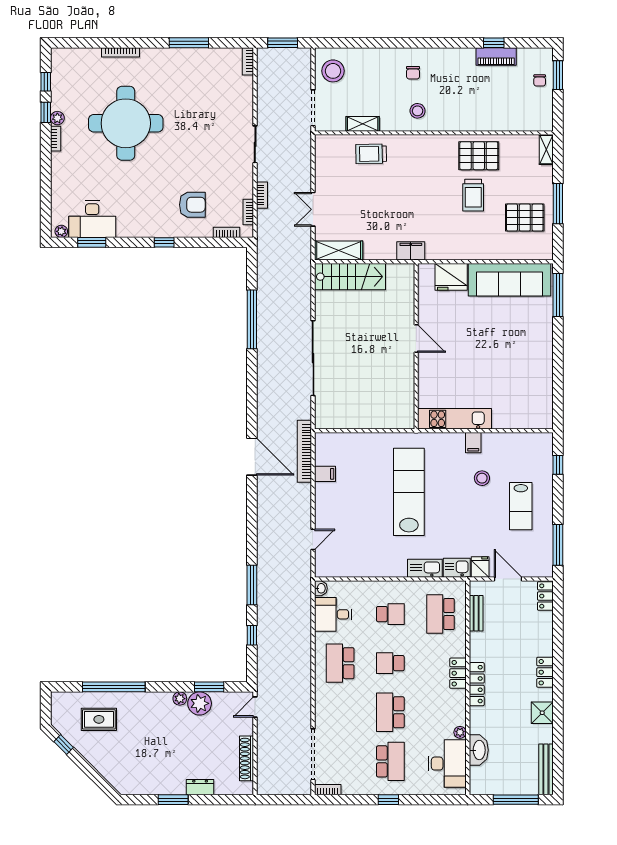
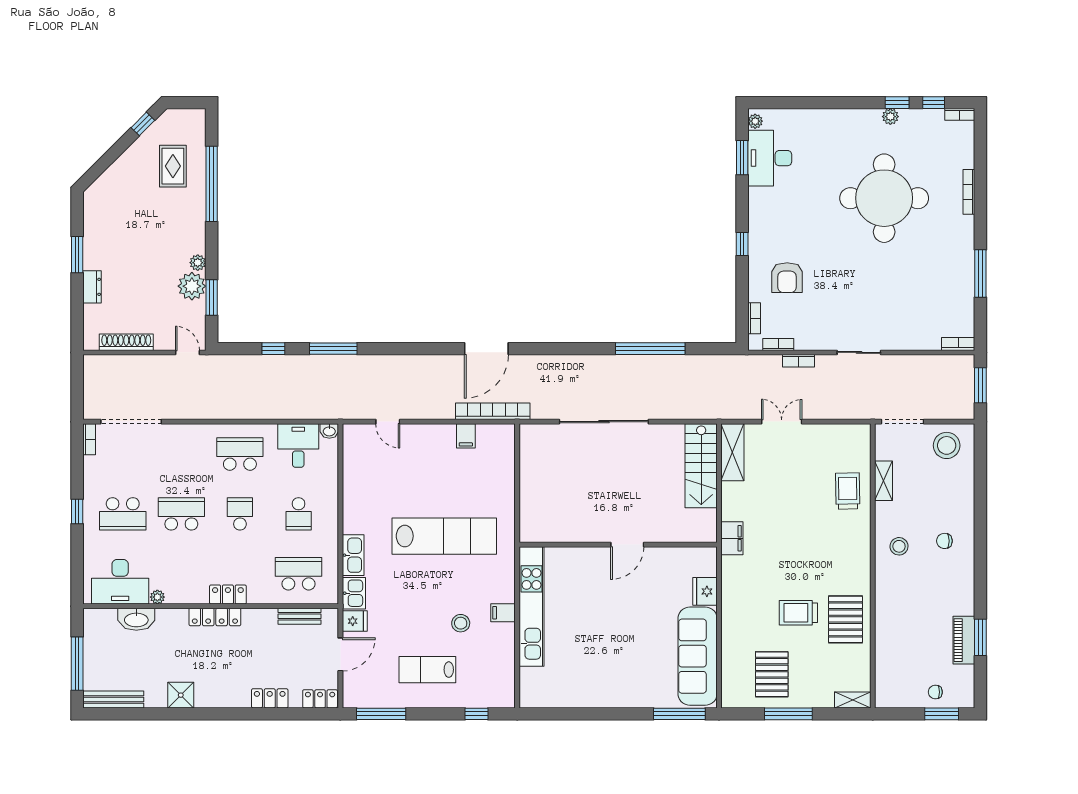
window: (494, 43) -> (980, 637), width x1.50
bookcase: (56, 139) -> (960, 114), moved
fridge: (451, 277) -> (705, 591), width x0.73, depth x0.75
kitchen unit: (455, 419) -> (531, 607), width x1.36
locker: (545, 672) -> (270, 698), moved

